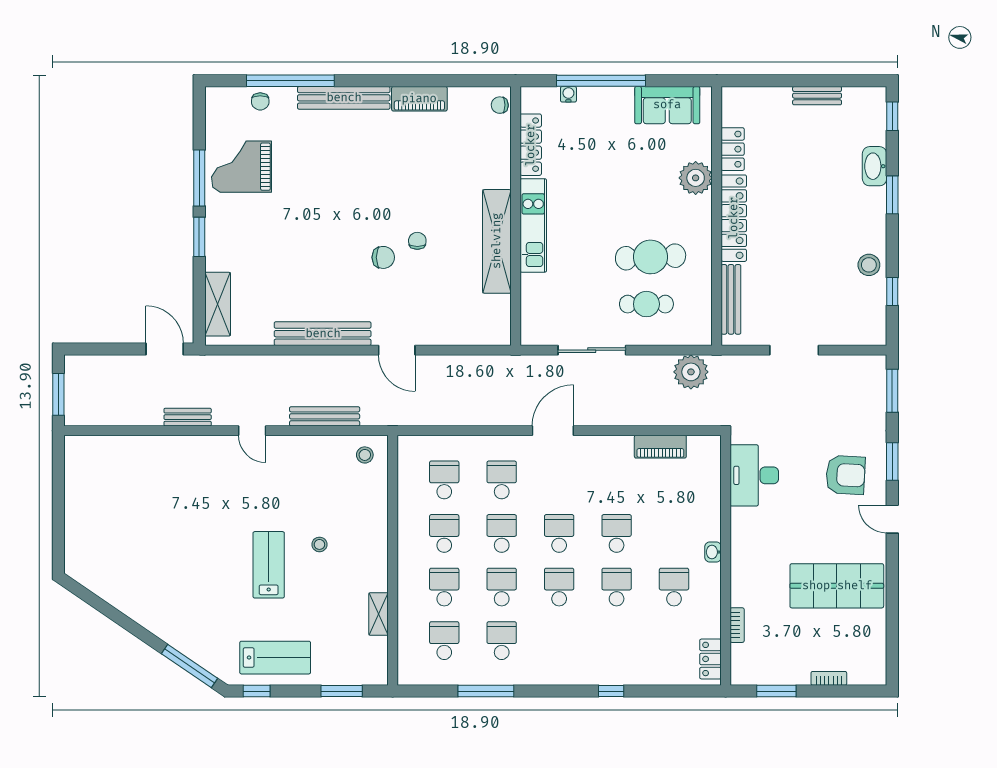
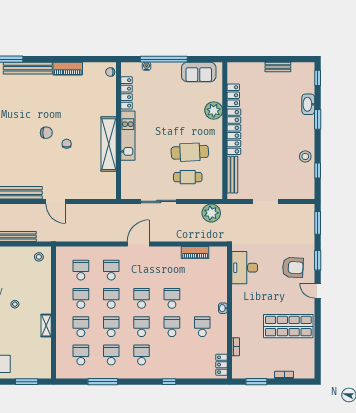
chair: (383, 257) -> (46, 133), moved
shelving: (378, 614) -> (46, 326), moved
school desk: (559, 641) -> (142, 355), added

